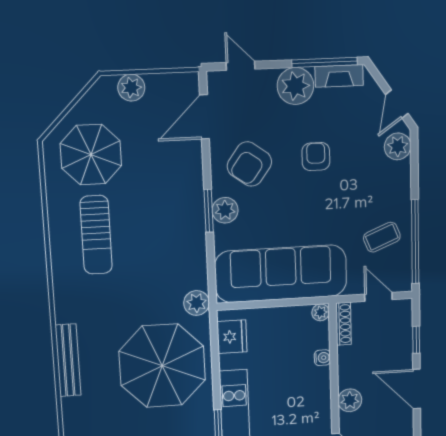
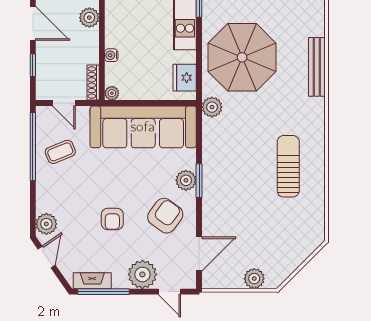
plant: (295, 86) -> (142, 274), moved
parasol: (91, 155) -> (288, 229), removed

